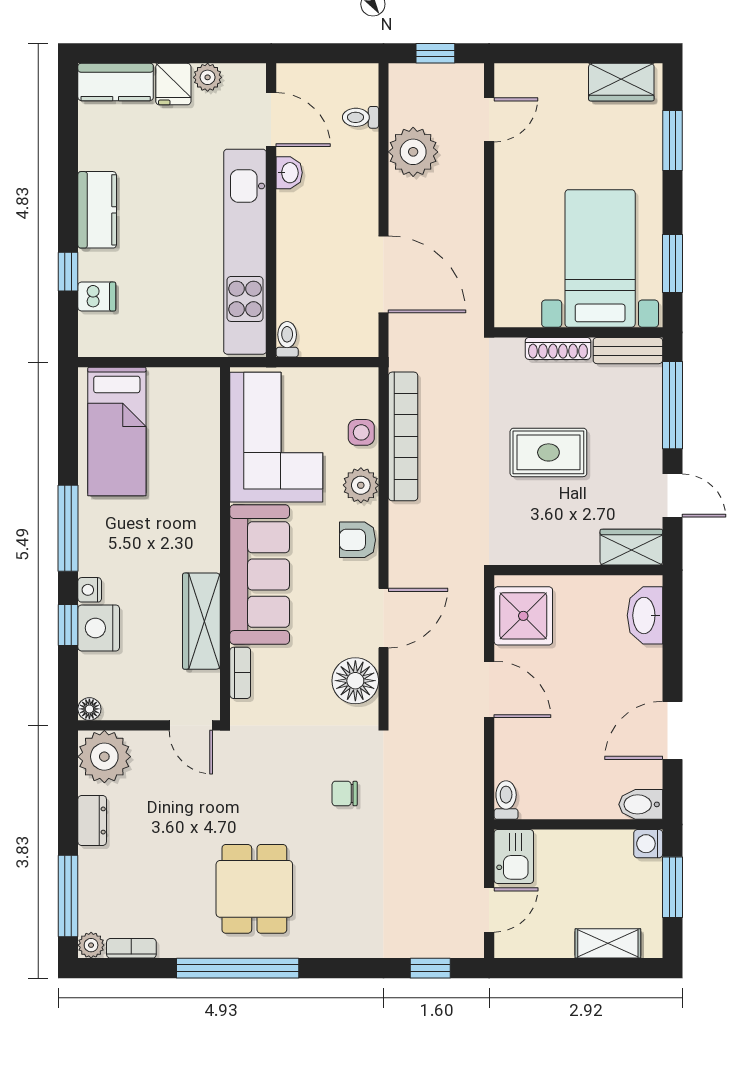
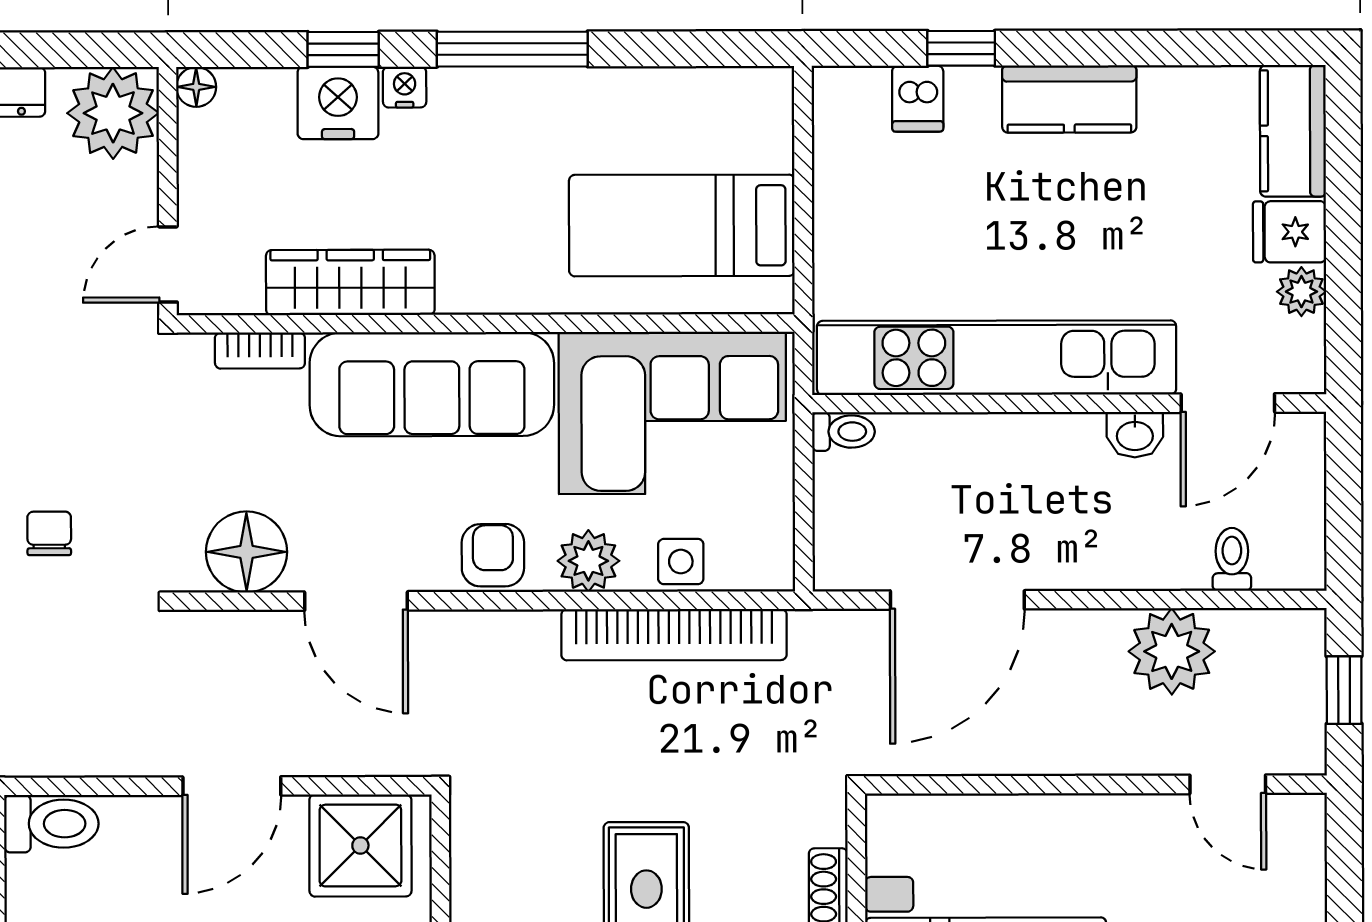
bed: (117, 432) -> (682, 225), moved
toilet: (506, 800) -> (51, 824), width x1.37, depth x1.39

